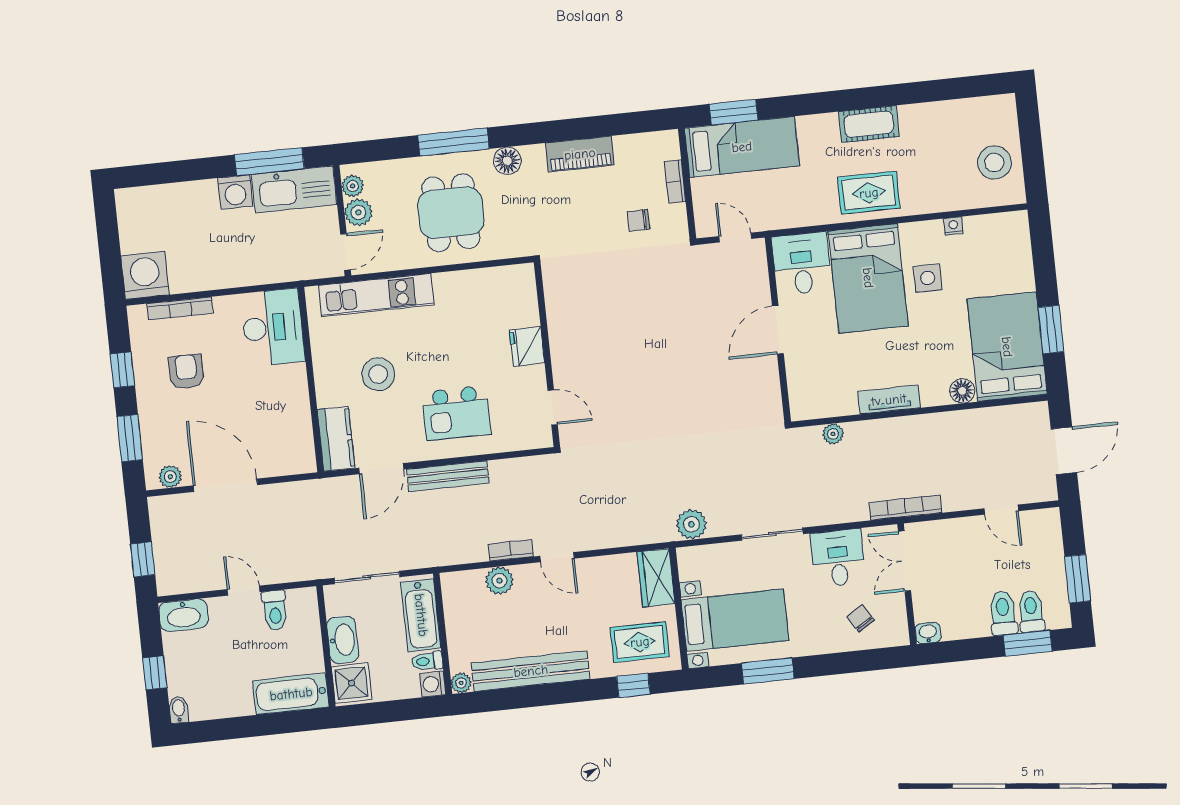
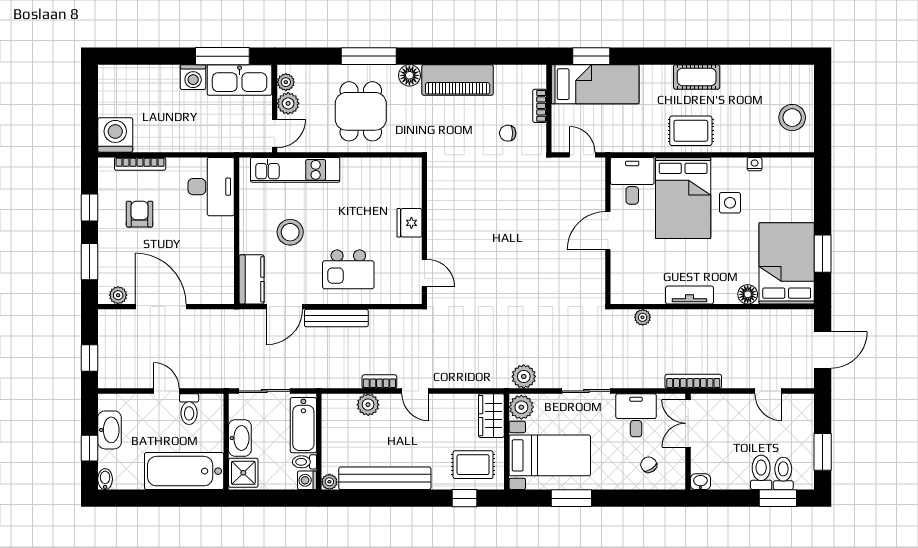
piano: (580, 154) -> (458, 80), width x1.37, depth x1.33
plant: (693, 563) -> (521, 407), added
washbasin: (184, 615) -> (110, 430), moved, turned -90
bathtub: (291, 694) -> (184, 471), width x1.36, depth x1.36

